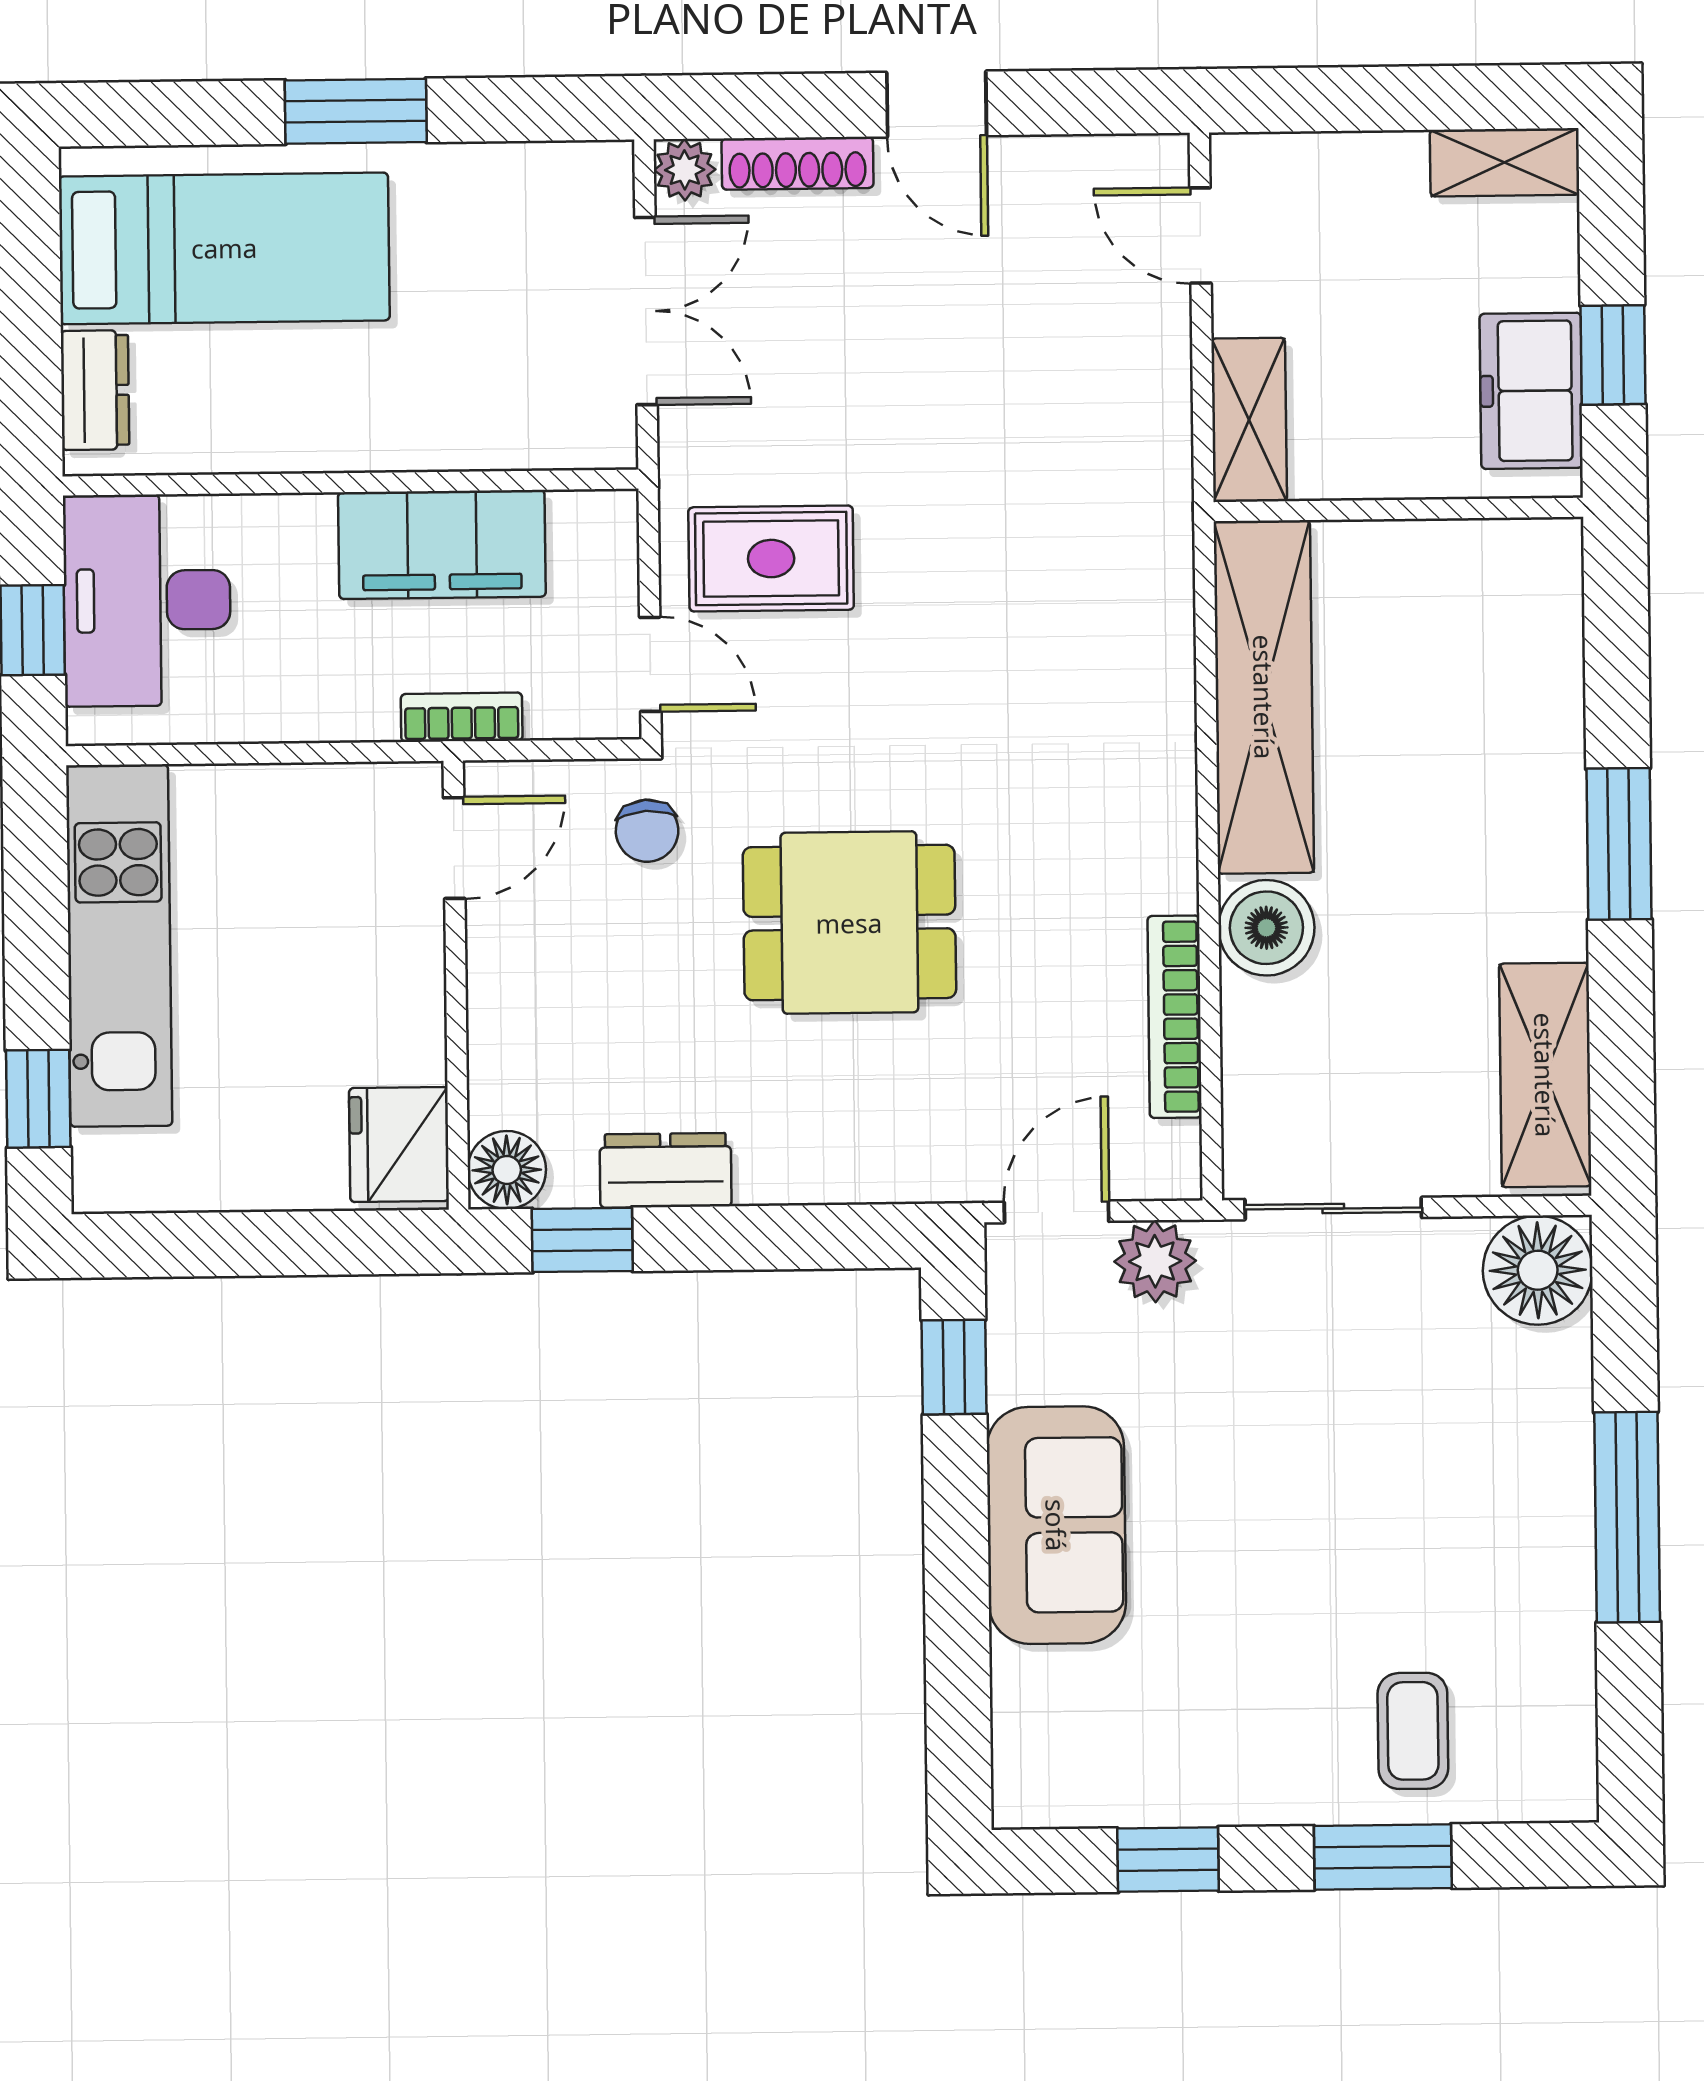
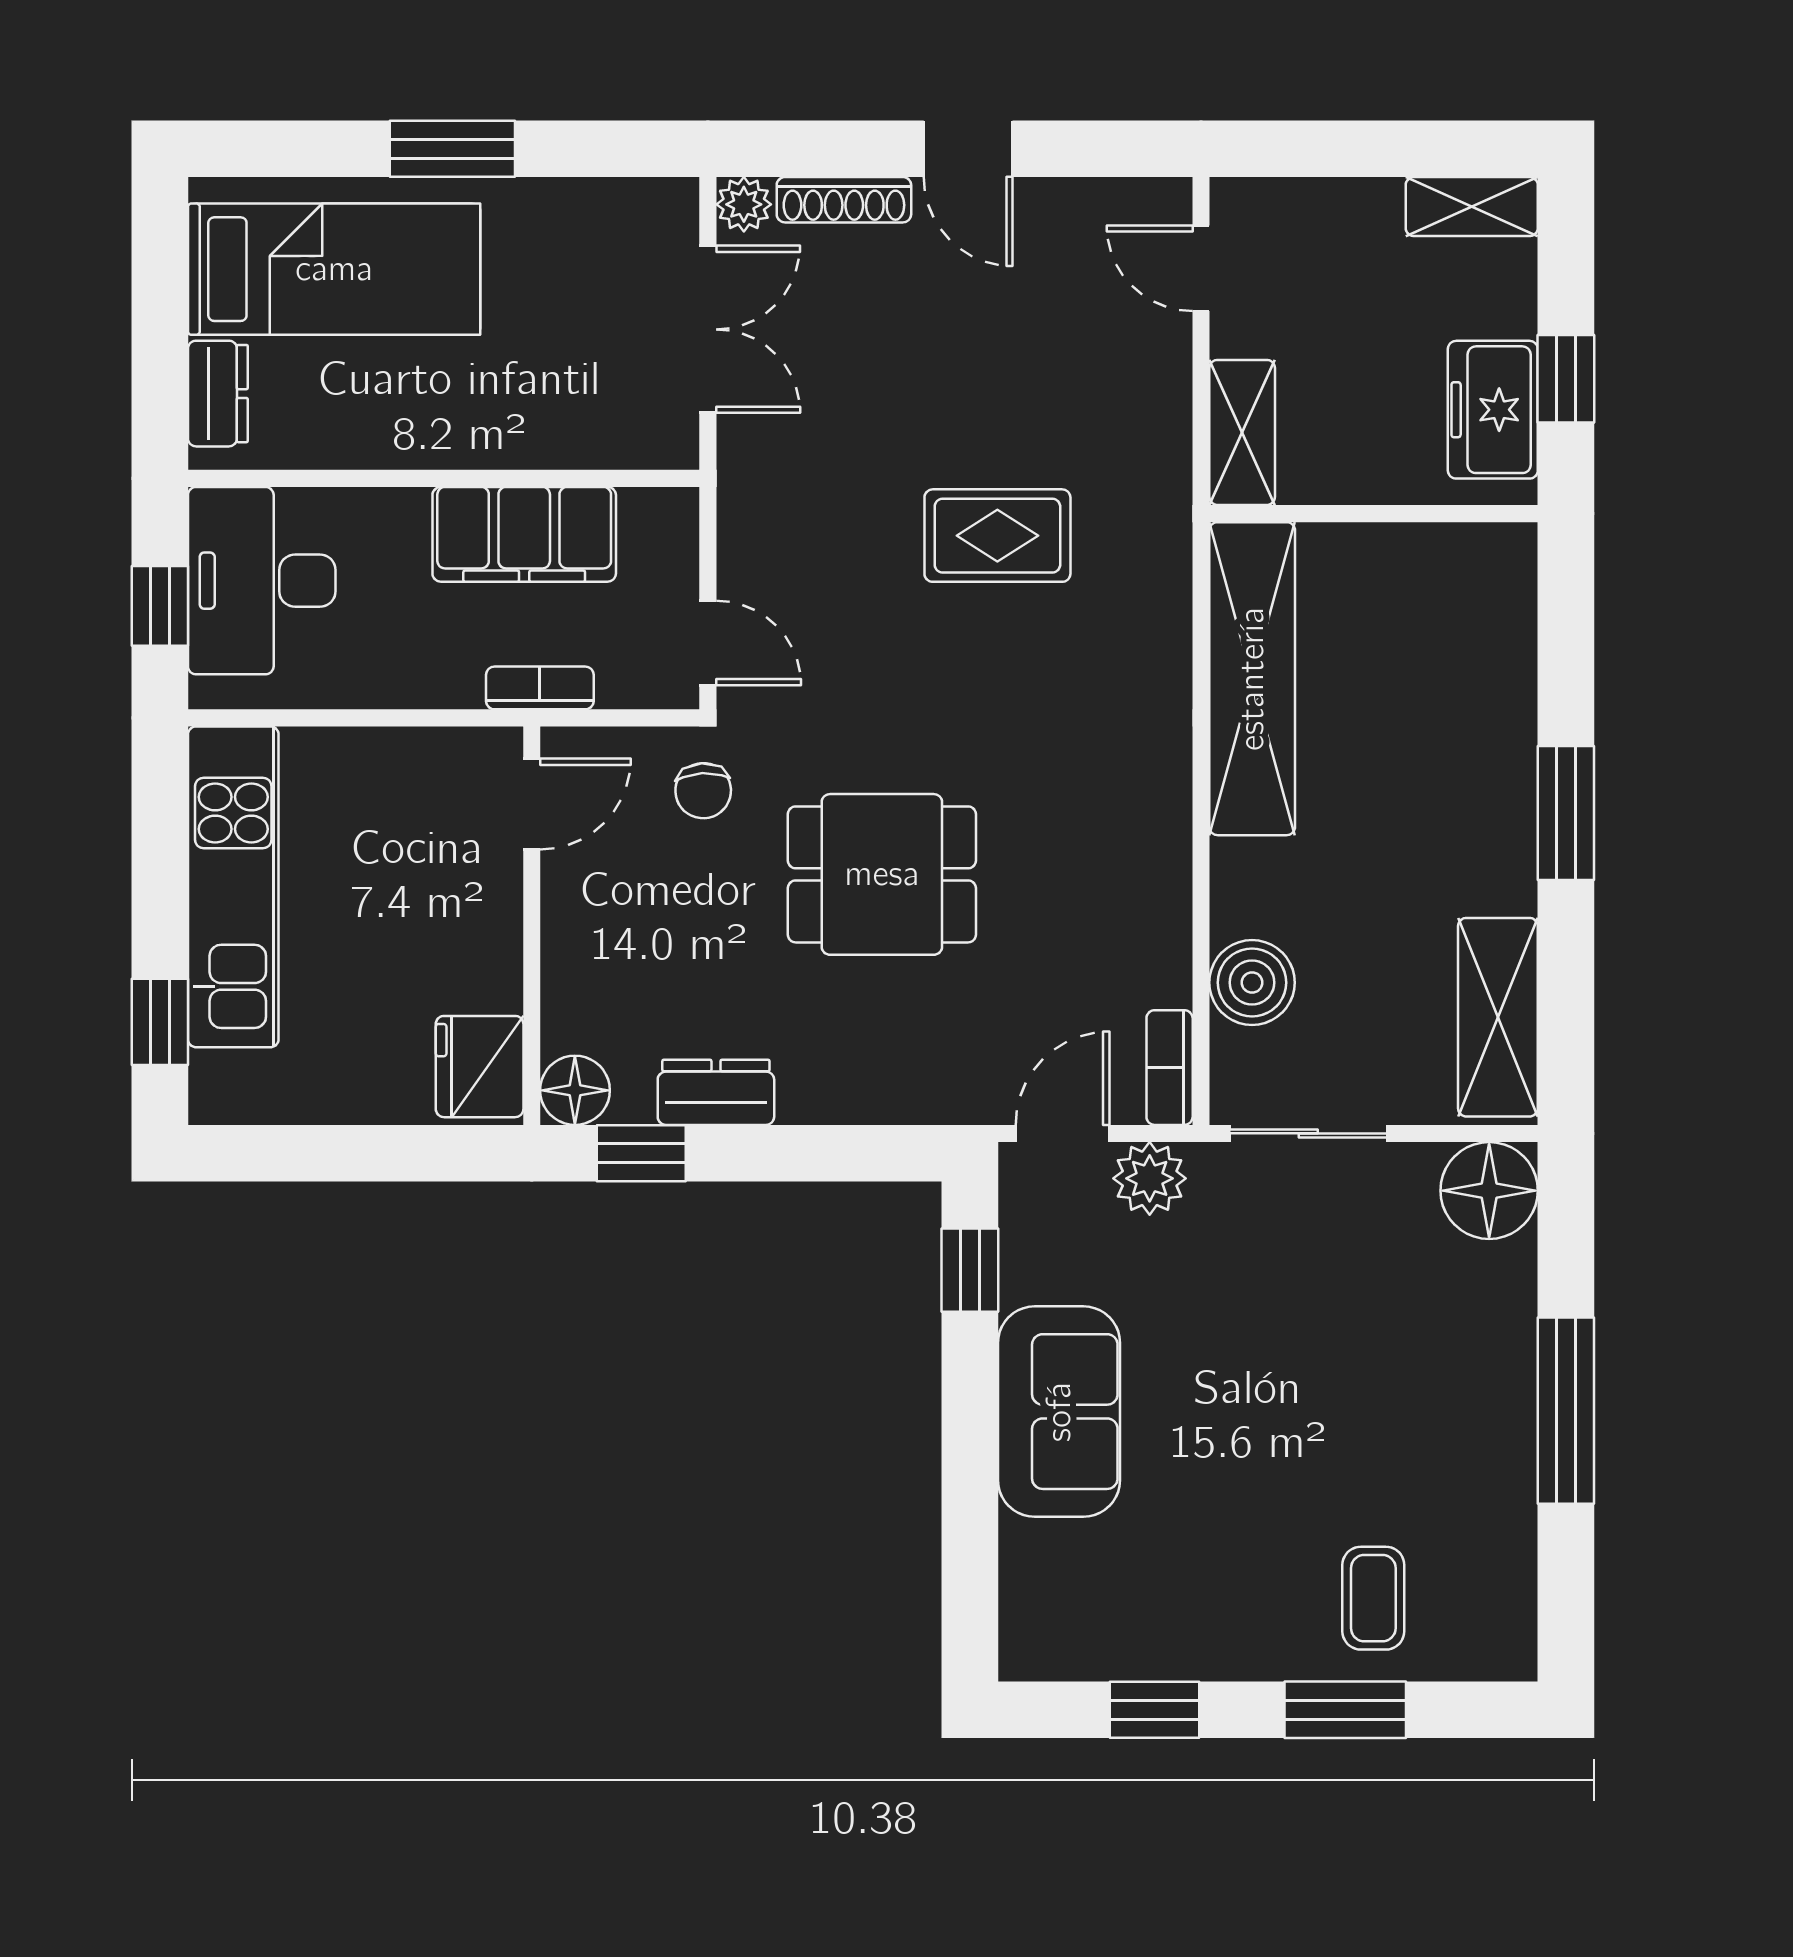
rug: (771, 559) -> (997, 536), moved
boiler: (1266, 928) -> (1252, 983), moved
bookcase: (1175, 1017) -> (1170, 1068), moved, width x0.64

